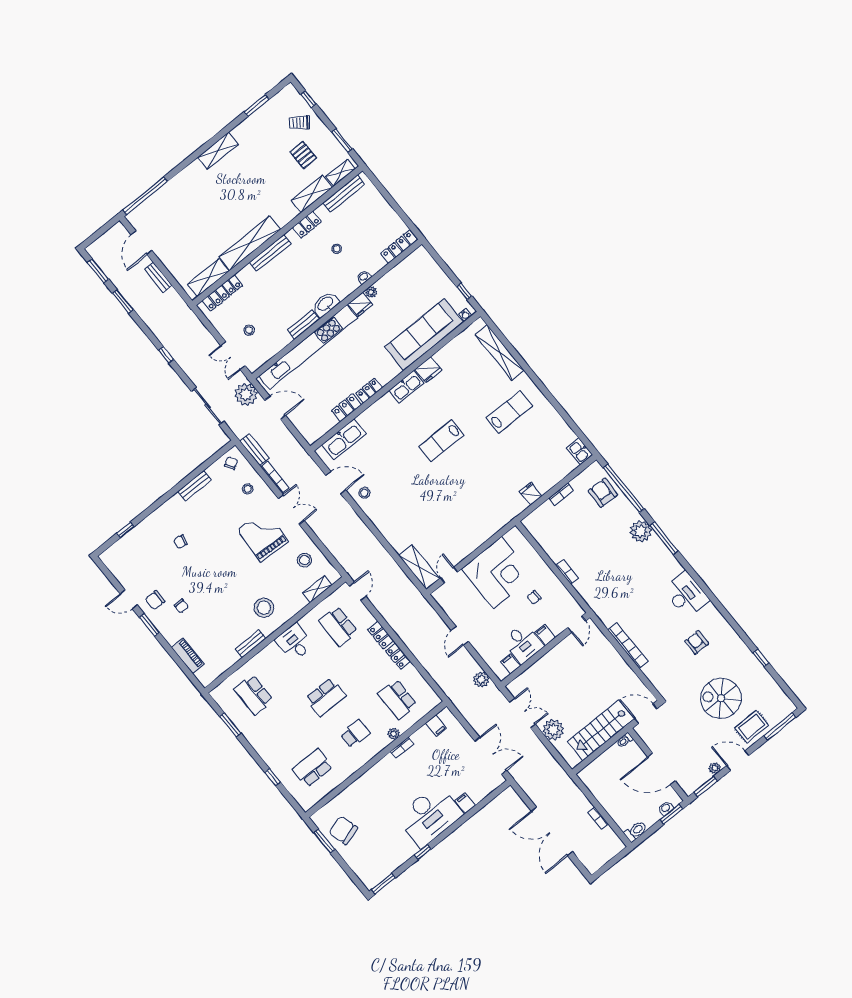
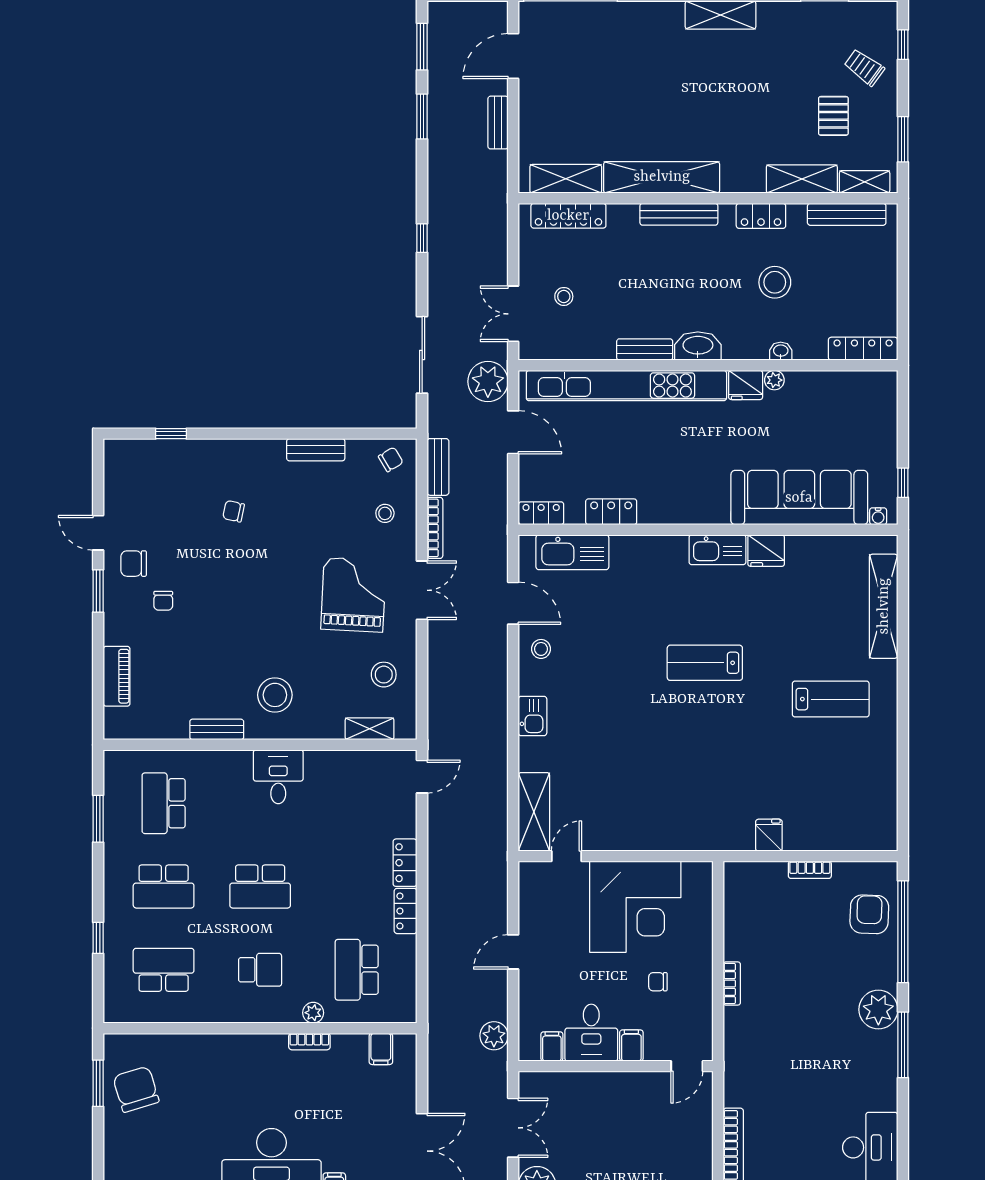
stool: (337, 249) -> (775, 282), width x1.89, depth x1.89
locker: (369, 391) -> (541, 513), moved
kitchen sink: (580, 451) -> (532, 716), moved, turned 180
school desk: (338, 626) -> (164, 886), moved, turned -90

